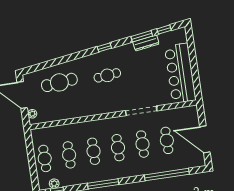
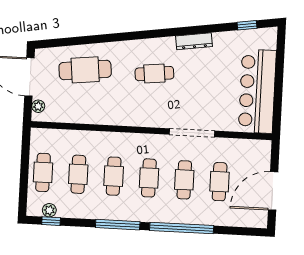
window: (142, 36) -> (214, 28), removed
dresser: (146, 43) -> (194, 41), moved
window: (104, 47) -> (158, 33), removed
door: (205, 139) -> (273, 191), hinge flipped
window: (167, 175) -> (182, 228), moved

